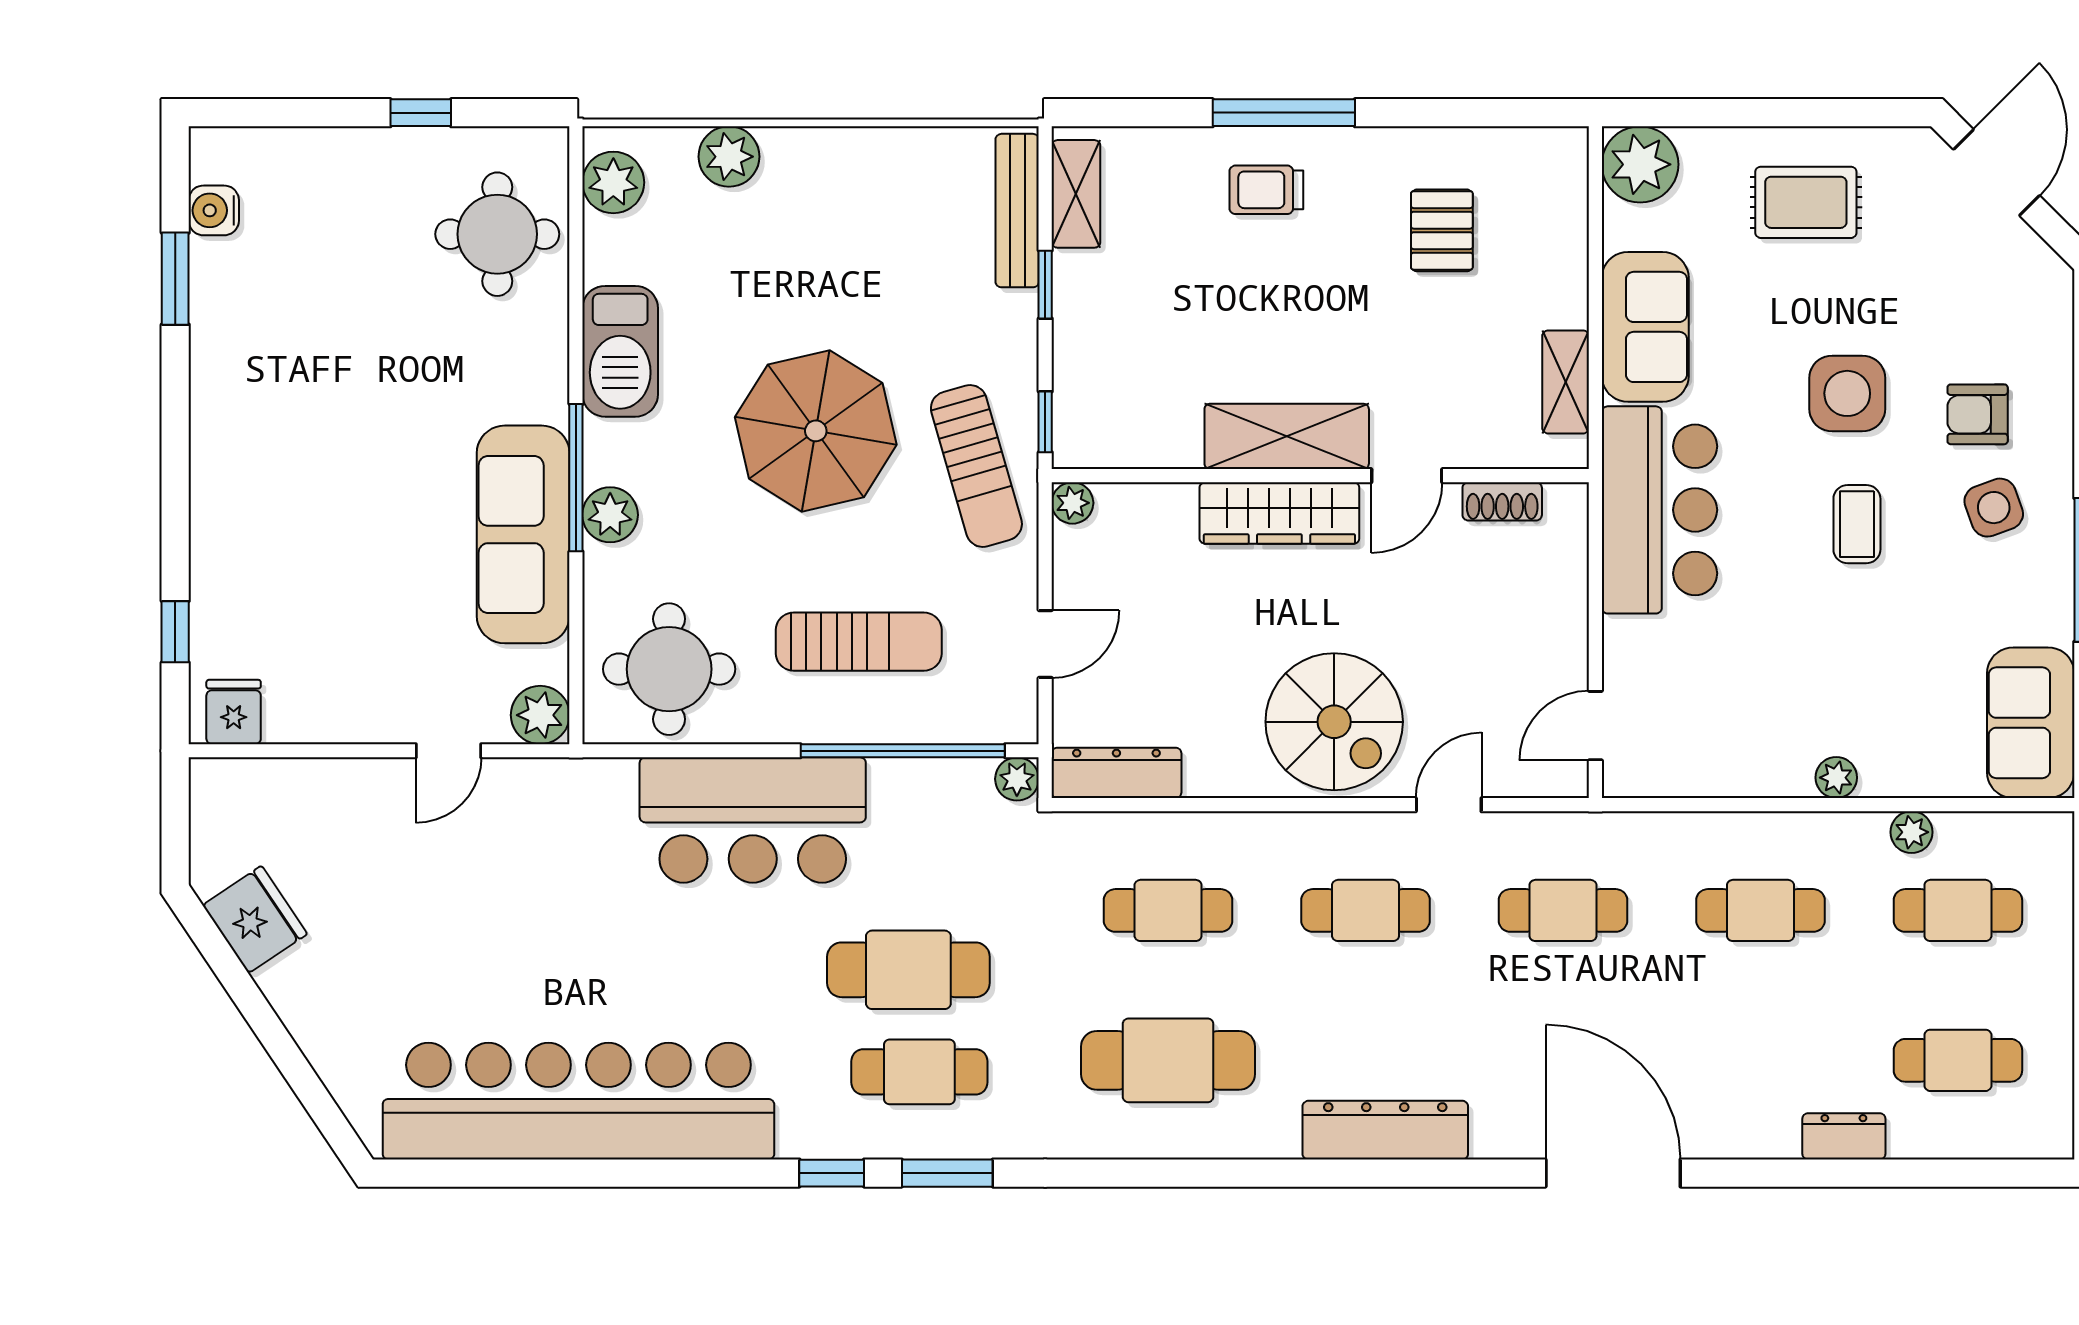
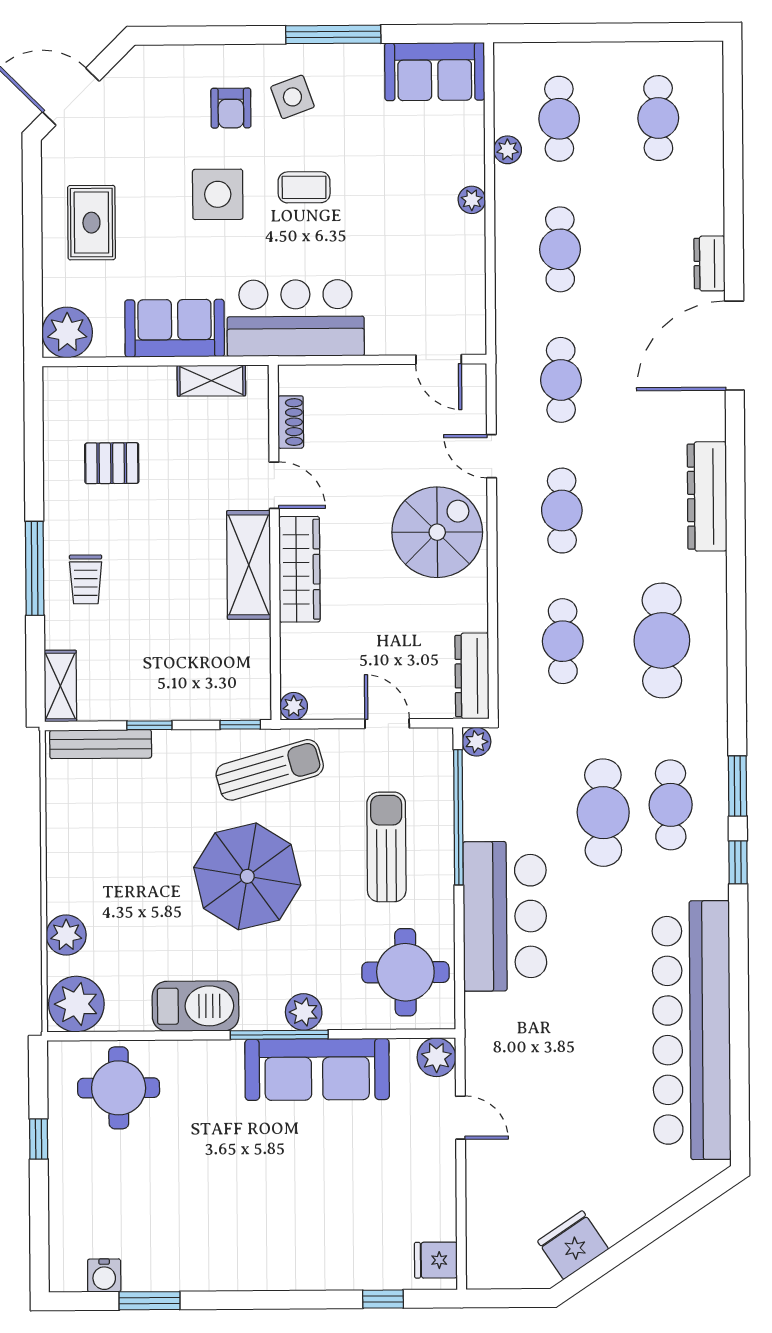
plant: (613, 182) -> (76, 1004), width x1.36, depth x1.36
shelving: (1076, 194) -> (60, 686), moved, turned 90
dresser: (1844, 1136) -> (709, 263), moved

